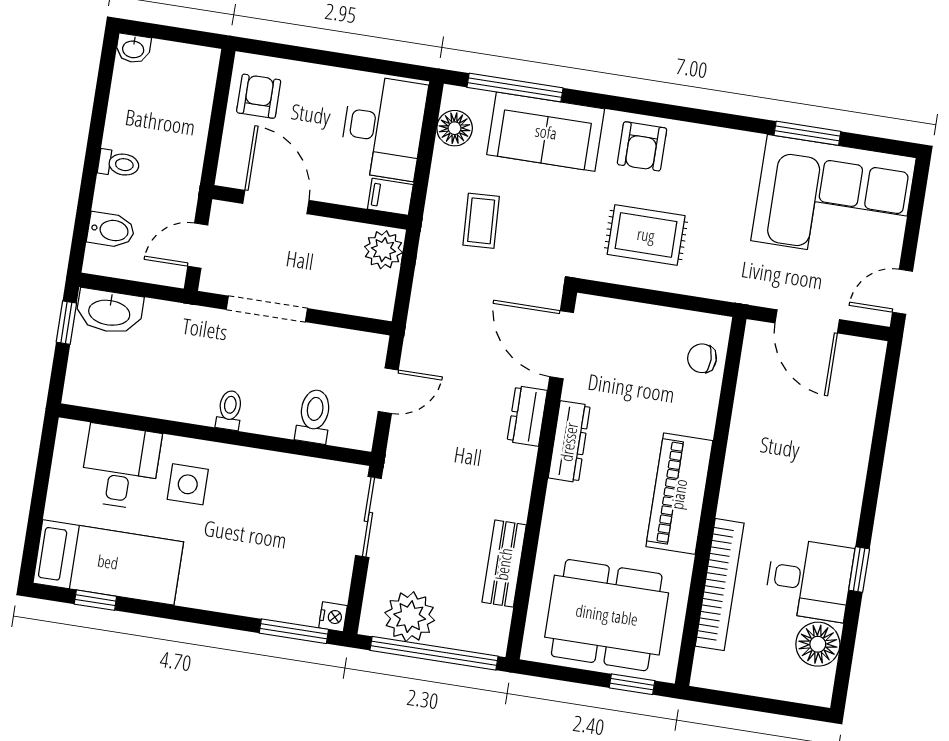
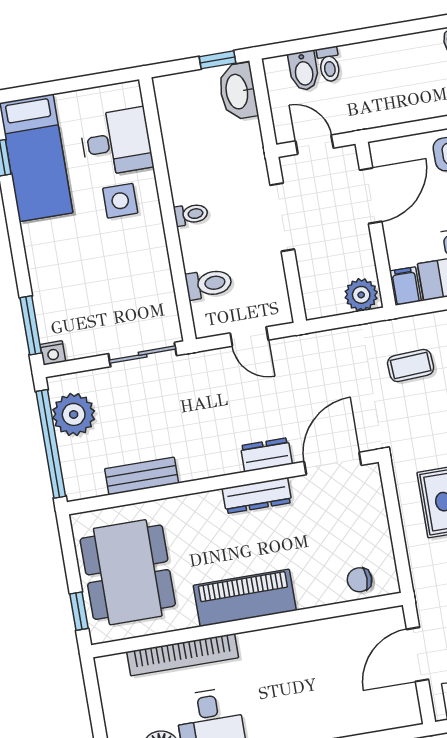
toilet: (119, 164) -> (329, 64), moved
chair: (702, 358) -> (360, 580), turned -90

